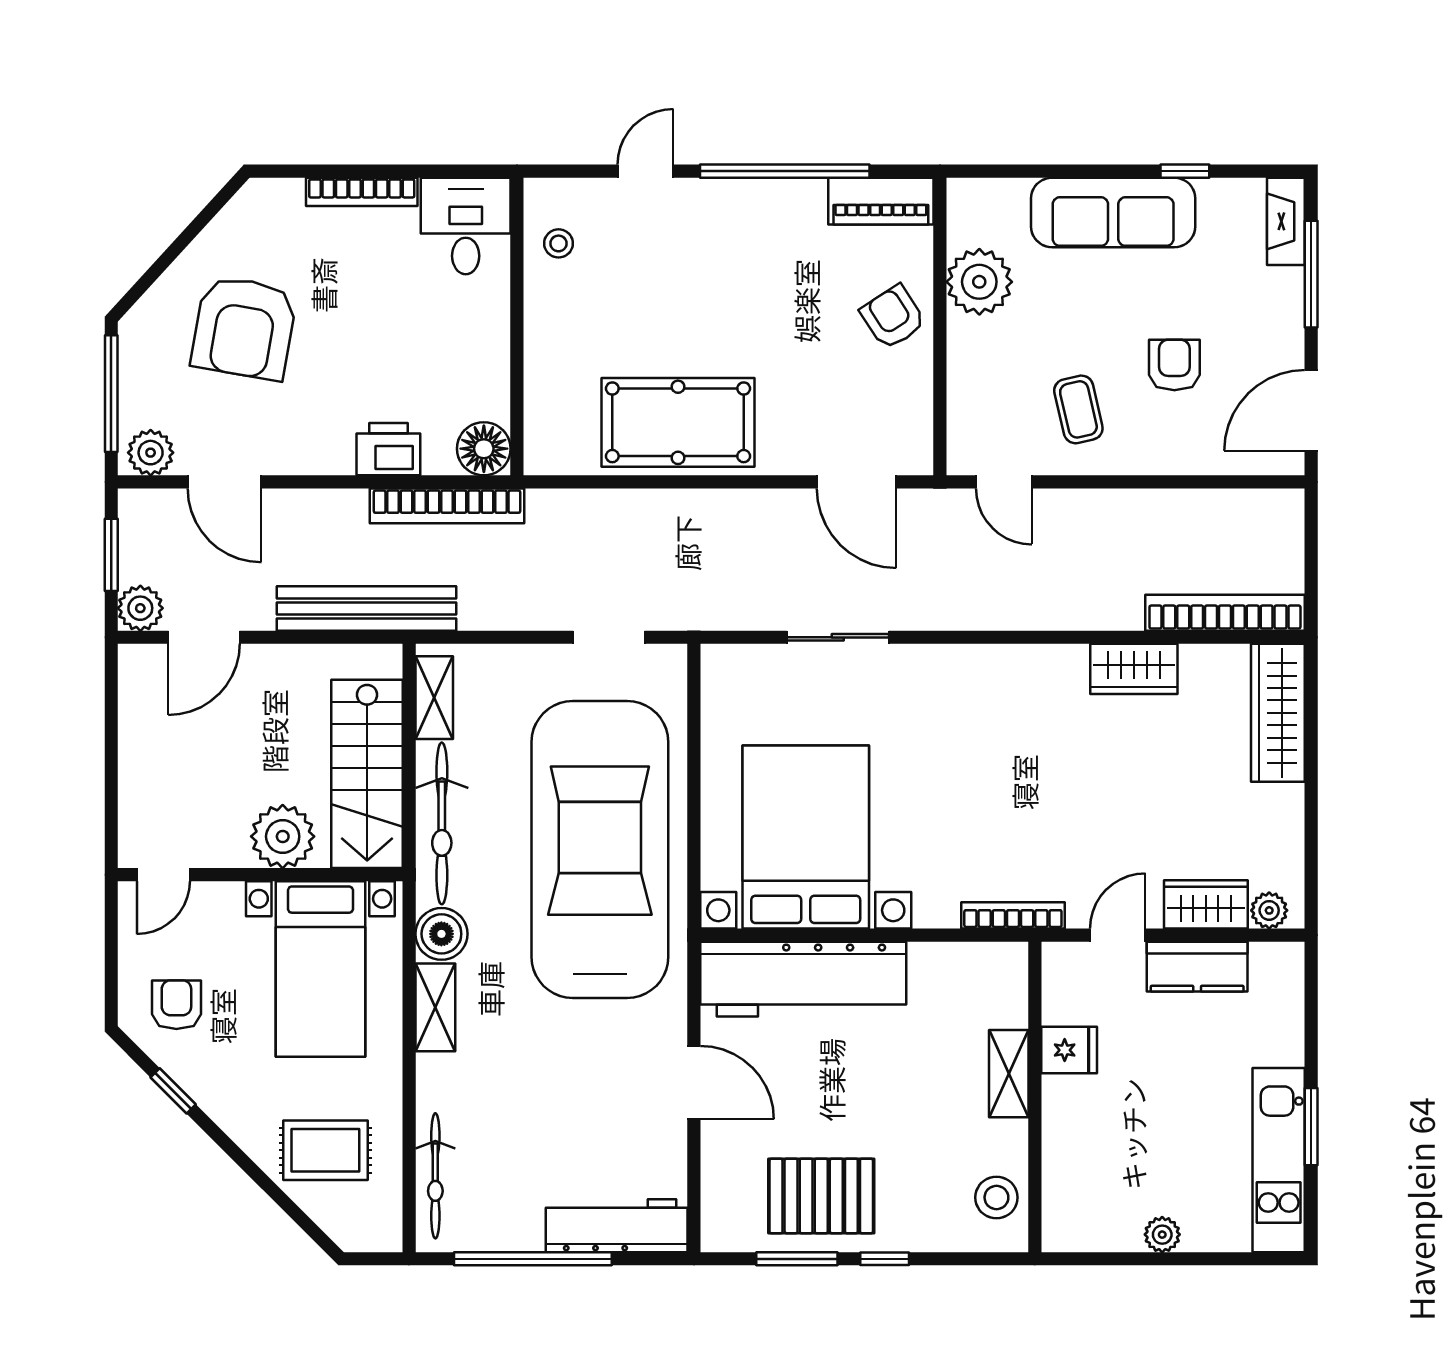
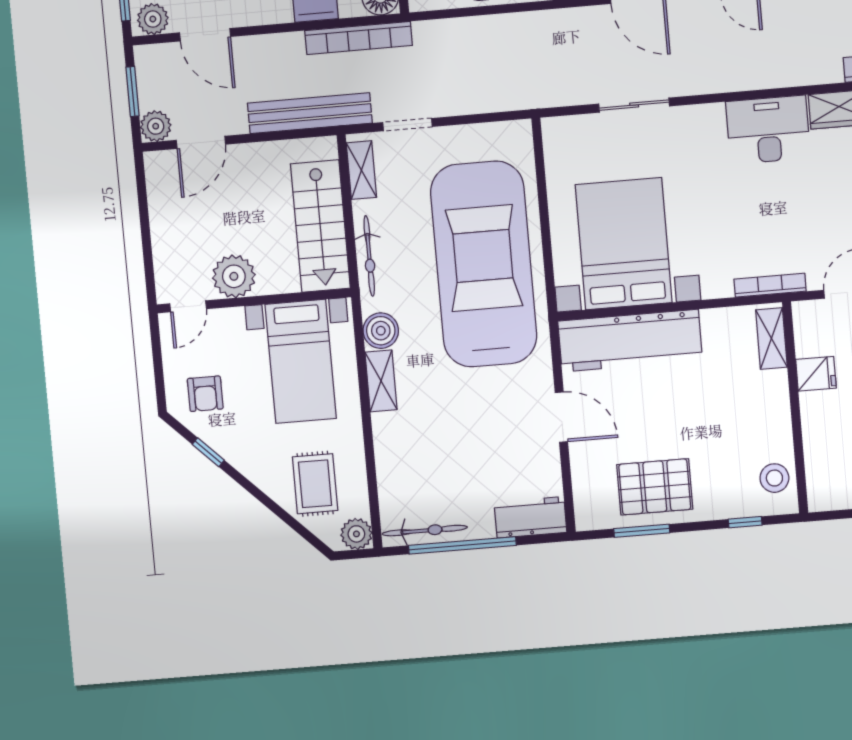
doorway: (609, 637) -> (407, 125), moved
desk: (1029, 690) -> (768, 130), added
bicycle: (442, 823) -> (369, 256), width x0.73, depth x0.71
plant: (283, 836) -> (234, 276), moved
armchair: (176, 1005) -> (205, 394), turned 180
shelving: (1009, 1074) -> (771, 338), moved
rug: (325, 1150) -> (315, 484), turned 90
bicycle: (435, 1176) -> (425, 531), moved, turned -90
workbench: (617, 1226) -> (530, 517), width x0.73
plant: (379, 1229) -> (356, 534), added
window: (885, 1259) -> (745, 522), moved

